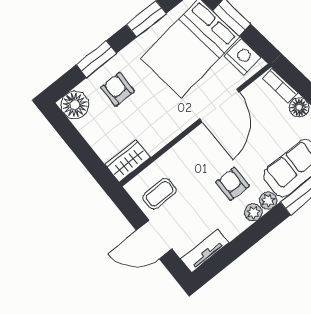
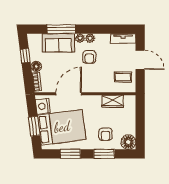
wardrobe: (128, 161) -> (113, 101), moved

